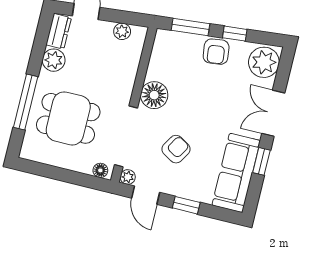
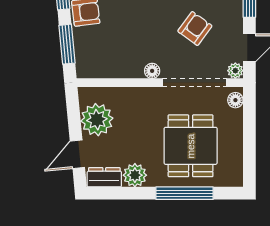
plant: (122, 31) -> (97, 120), width x1.88, depth x1.88
floor lamp: (154, 95) -> (152, 71), width x0.53, depth x0.53
armchair: (176, 149) -> (195, 28), turned 95

